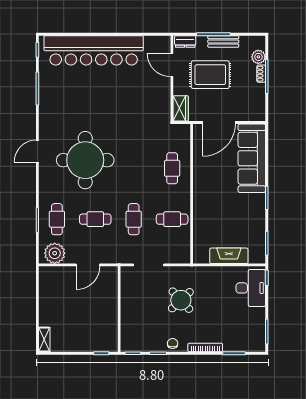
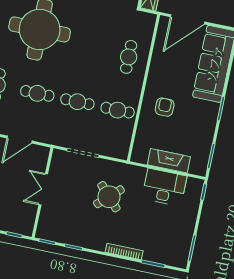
armchair: (215, 207) -> (165, 107), added
cafe table: (134, 219) -> (77, 102), turned 90
desk: (251, 288) -> (164, 187), moved, turned -90
double door: (119, 306) -> (43, 189), added
chair: (173, 343) -> (91, 240), removed

